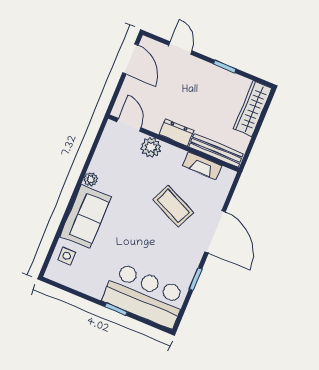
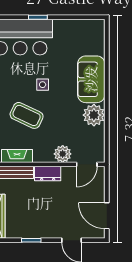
door: (129, 125) -> (87, 164), hinge flipped
plant: (91, 179) -> (94, 115), width x1.87, depth x1.87
side table: (67, 256) -> (43, 85), moved

